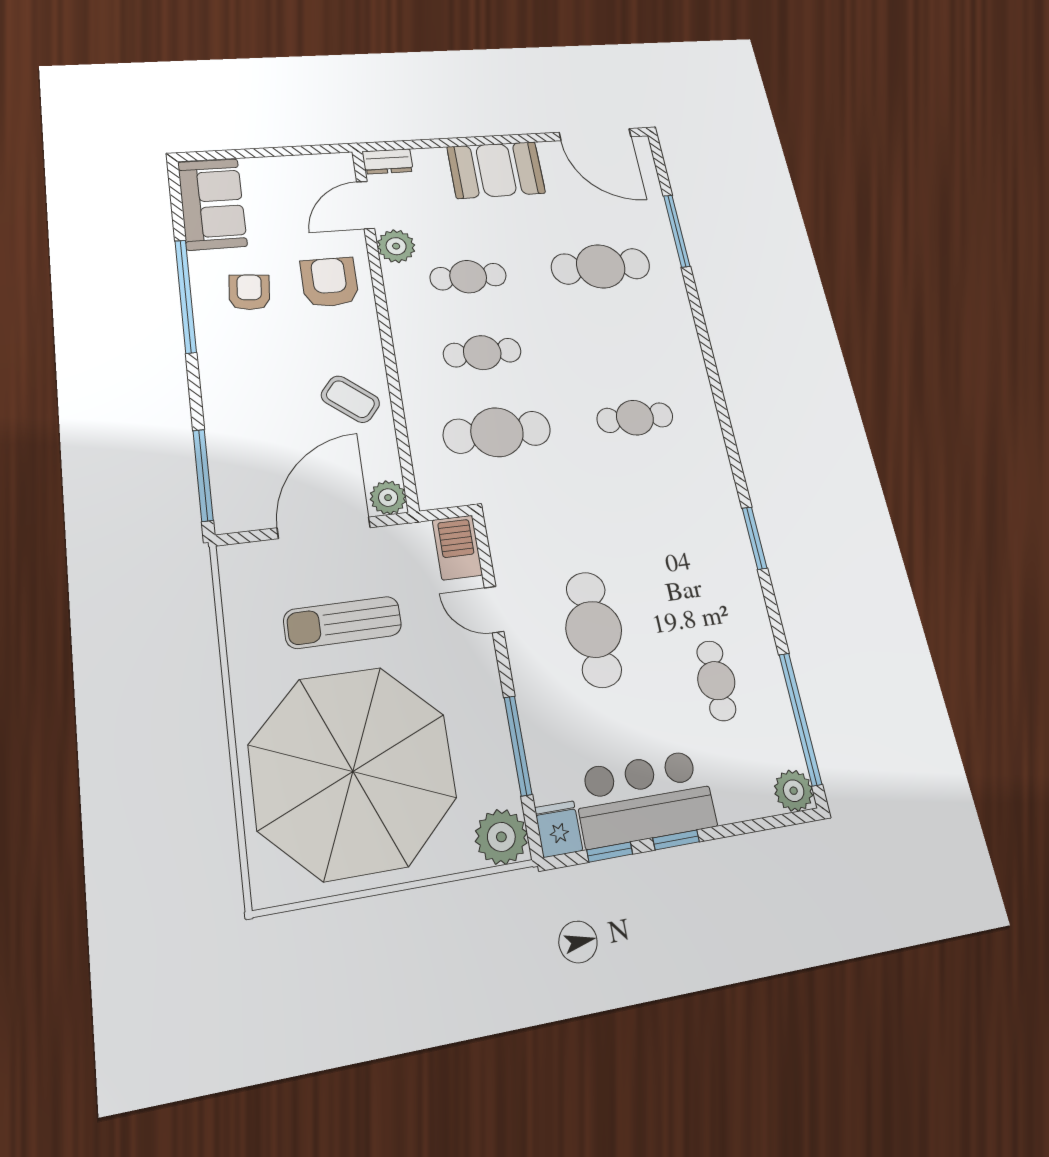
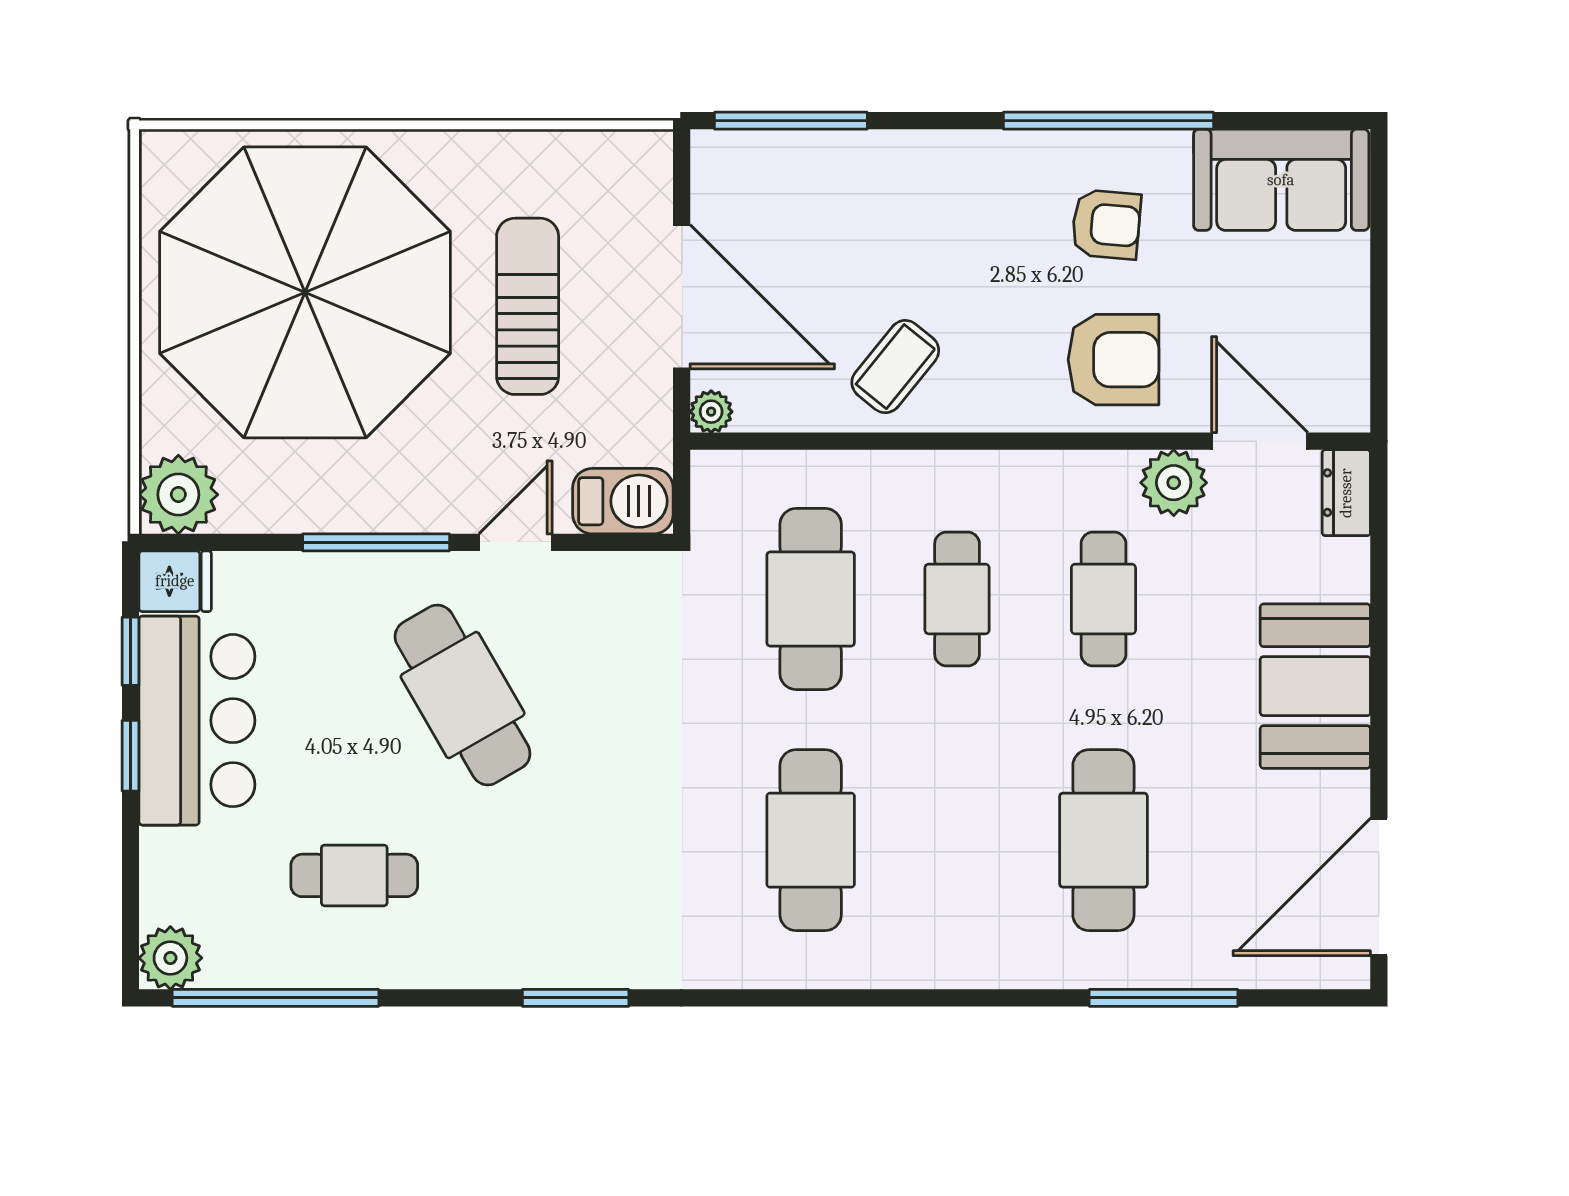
cafe table: (635, 418) -> (811, 840), width x1.37, depth x1.35
plant: (388, 498) -> (711, 412), width x0.73, depth x0.73
cafe table: (594, 629) -> (463, 695), turned 60
window: (518, 746) -> (376, 542), moved

